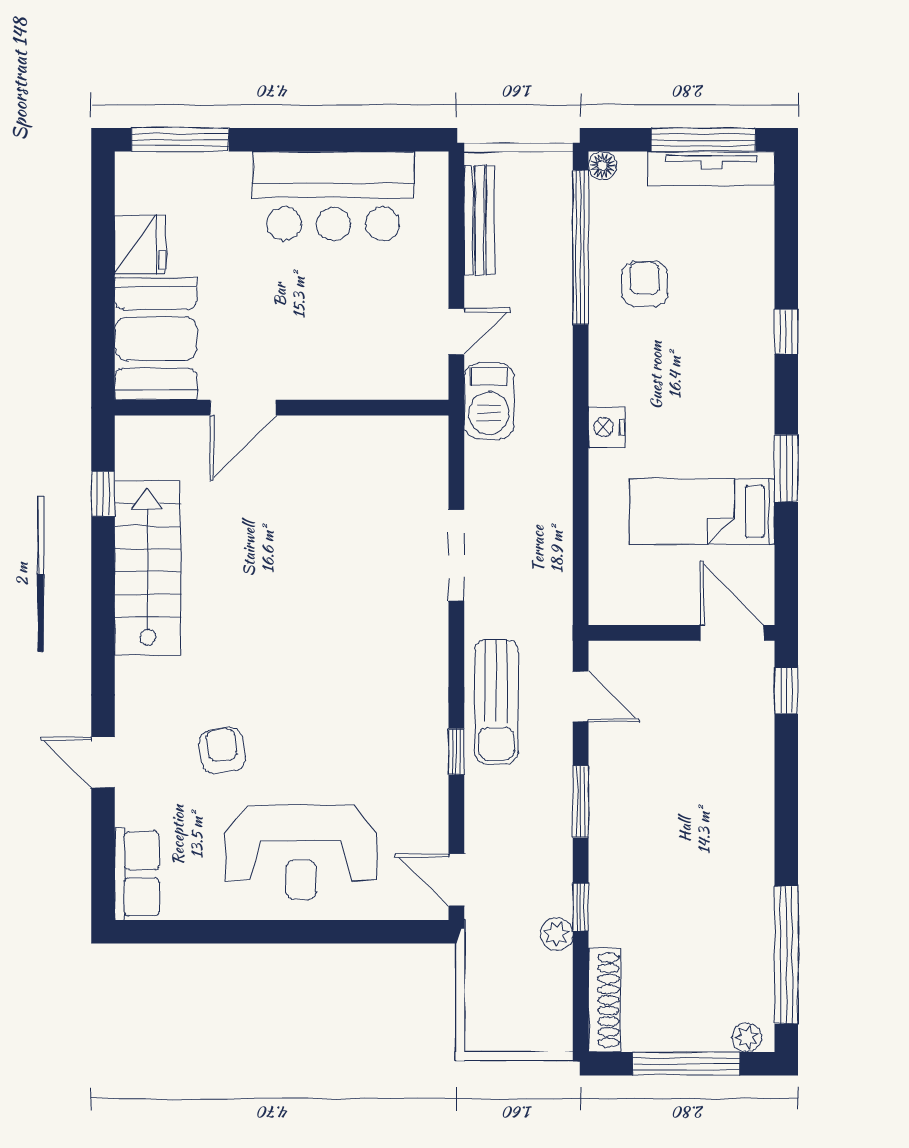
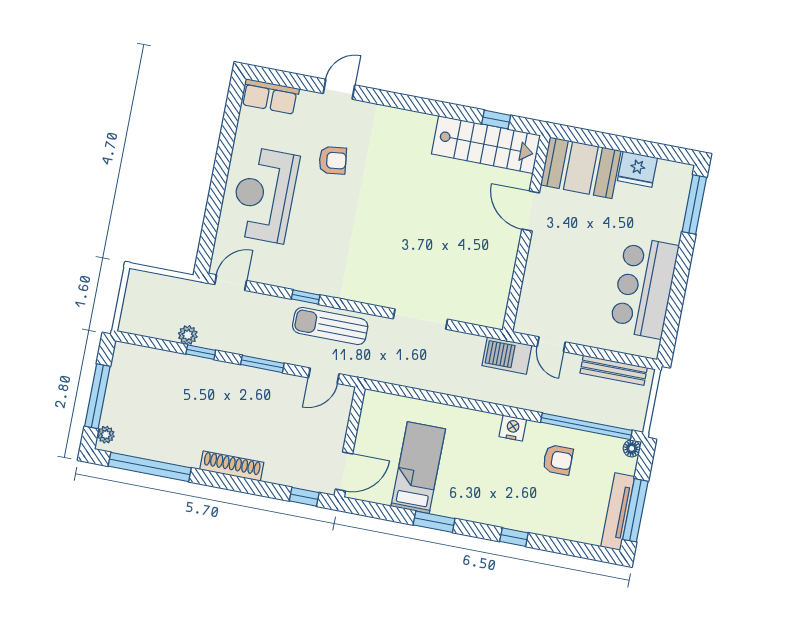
nightstand: (607, 427) -> (513, 428), moved
stairs: (148, 568) -> (486, 145), moved
shoe rack: (604, 1000) -> (232, 466), moved, turned 180

